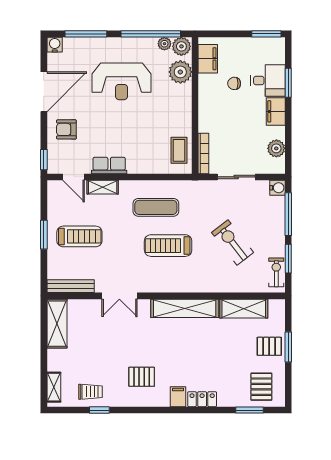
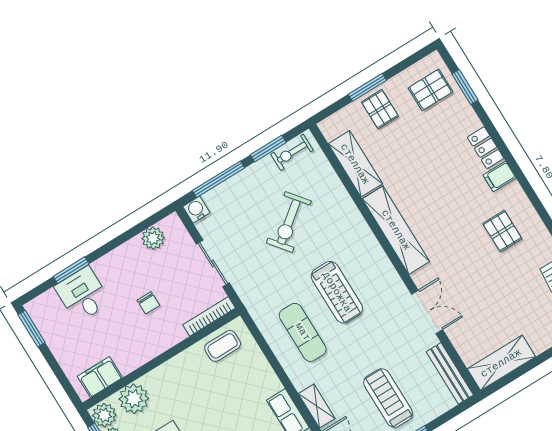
chair: (234, 83) -> (148, 303), moved
filing cabinet: (276, 111) -> (112, 264), removed

